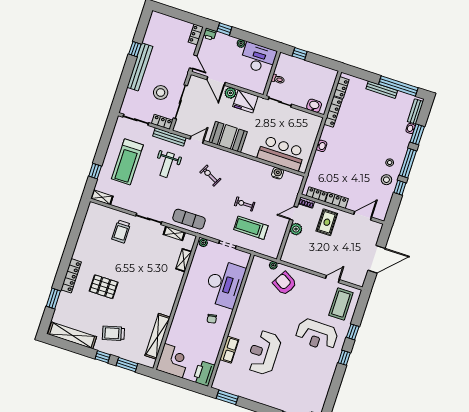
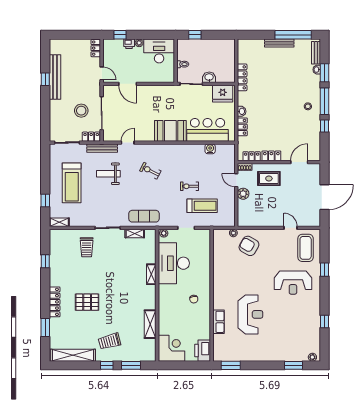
printer: (210, 34) -> (129, 44), moved
bench: (140, 67) -> (55, 77), moved
locker: (341, 88) -> (242, 127), moved
plant: (230, 93) -> (144, 91), removed
fridge: (245, 101) -> (223, 94), moved
washbasin: (314, 106) -> (209, 77), moved
booth: (228, 137) -> (170, 131), moved
weight bench: (167, 165) -> (108, 174), turned 90
stool: (386, 180) -> (310, 123), removed
door: (294, 213) -> (236, 180), hinge flipped
rug: (327, 222) -> (269, 178), turned 90
treadmill: (251, 228) -> (202, 206), turned 180
window: (75, 232) -> (45, 261), added
shelving: (184, 260) -> (151, 274), moved
door: (332, 279) -> (291, 228), hinge flipped
desk: (224, 284) -> (174, 263), moved, turned 180
shelving: (158, 336) -> (150, 324), width x0.68
reception desk: (264, 353) -> (250, 314), turned 180
window: (344, 358) -> (324, 322), moved

